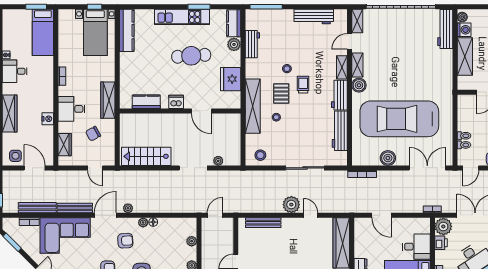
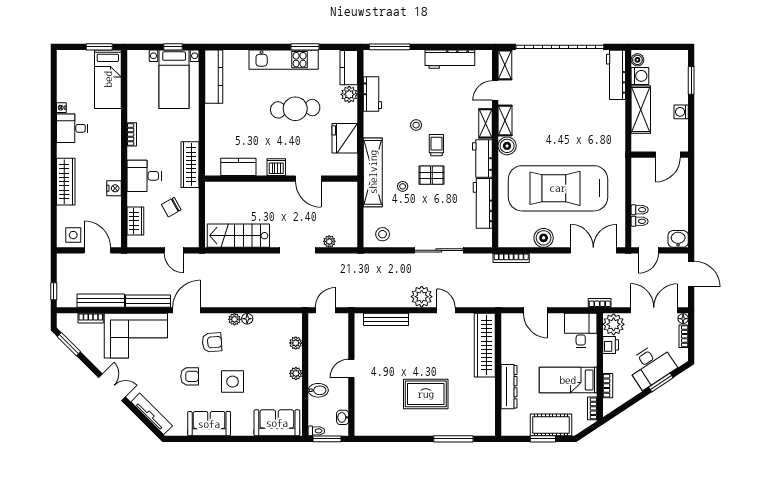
pallet: (281, 94) -> (431, 175), moved, turned 90
plant: (128, 208) -> (215, 301), removed
desk: (416, 247) -> (581, 331), moved, turned -90

